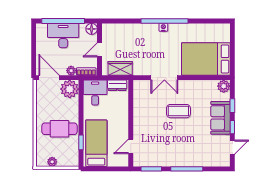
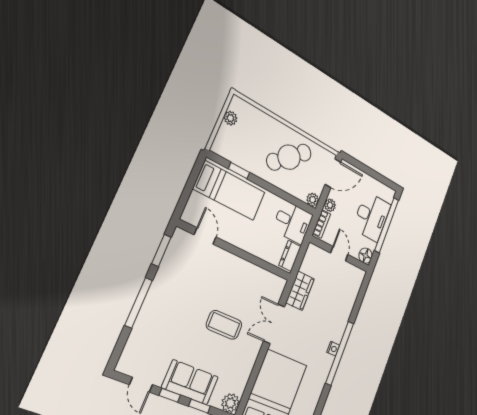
wardrobe: (120, 68) -> (300, 291), moved
plant: (70, 89) -> (313, 200), width x0.53, depth x0.53
coffee table: (178, 111) -> (224, 325), turned 90
cafe table: (60, 129) -> (289, 157), moved, turned 47

